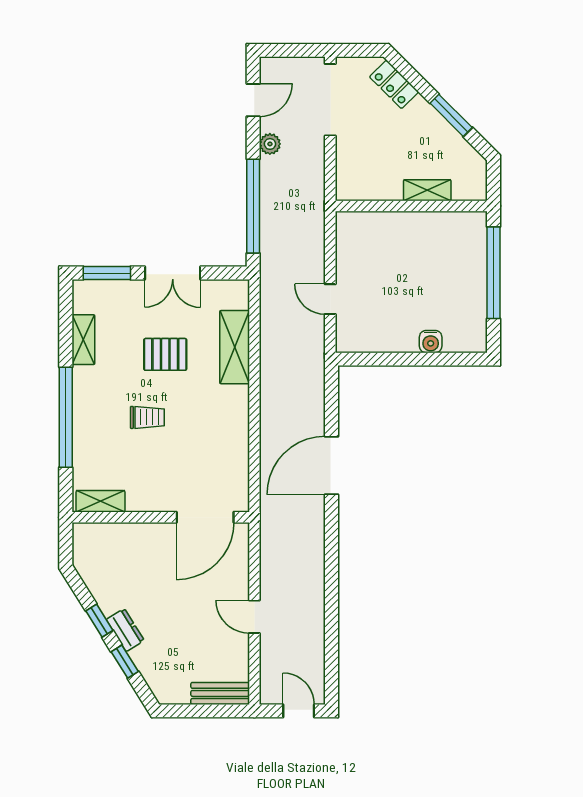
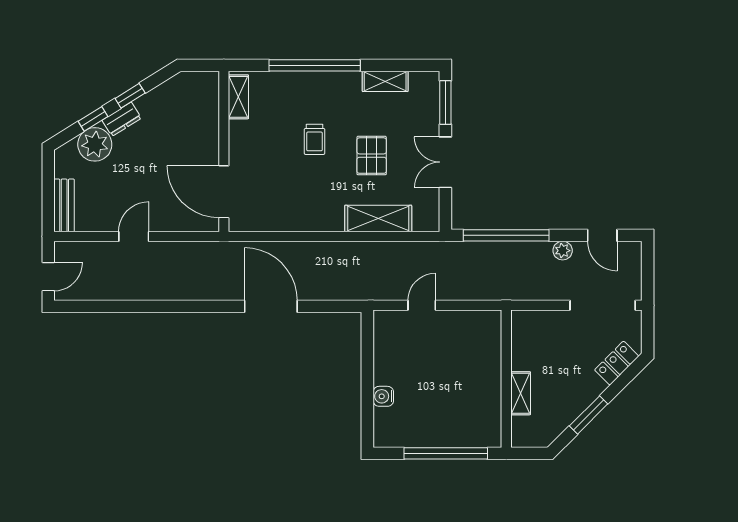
plant: (153, 660) -> (95, 144), added

